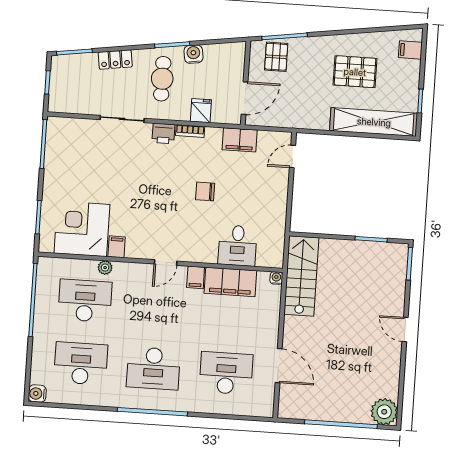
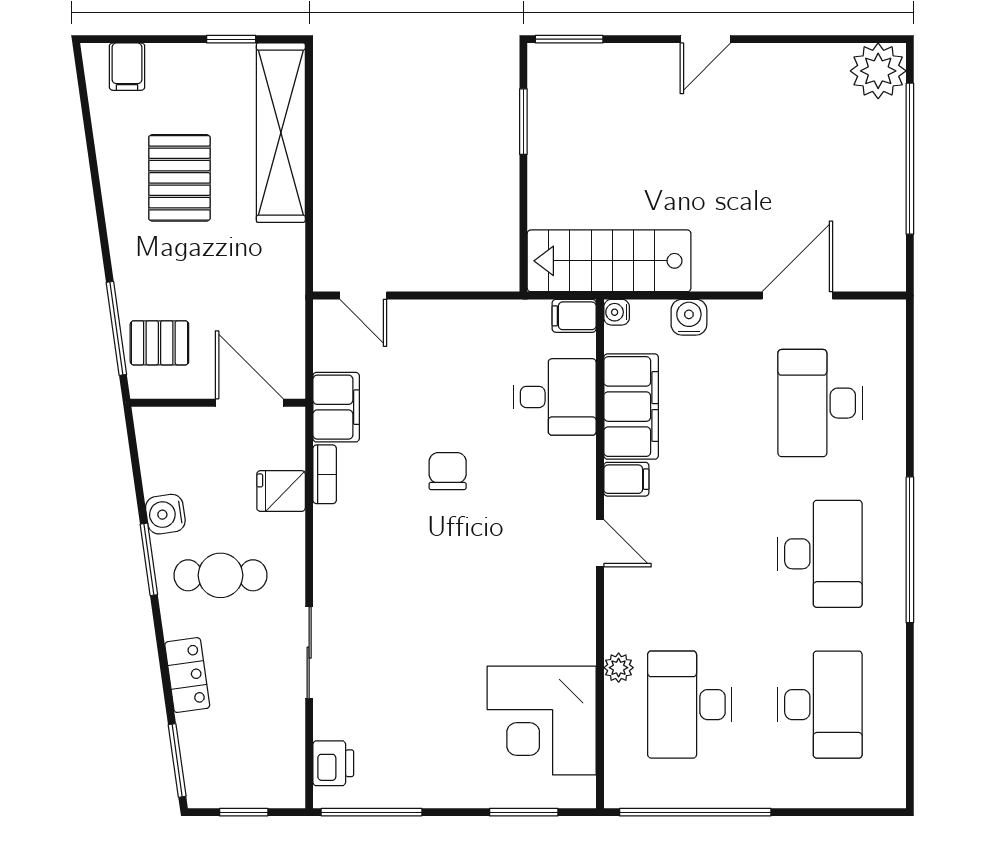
bookcase: (190, 131) -> (325, 474), moved
printer: (163, 133) -> (333, 763), moved
chair: (205, 191) -> (448, 471), turned 180
filing cabinet: (117, 247) -> (574, 316), moved
desk: (81, 363) -> (820, 705), turned 180
water cooler: (37, 394) -> (689, 317), moved, turned 180

